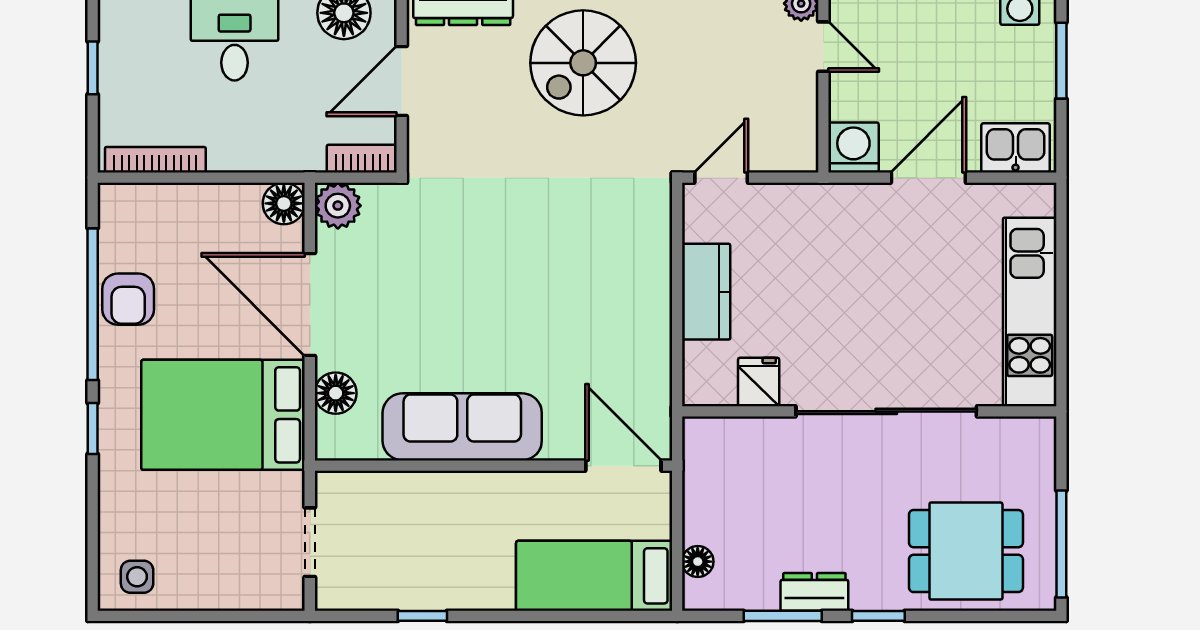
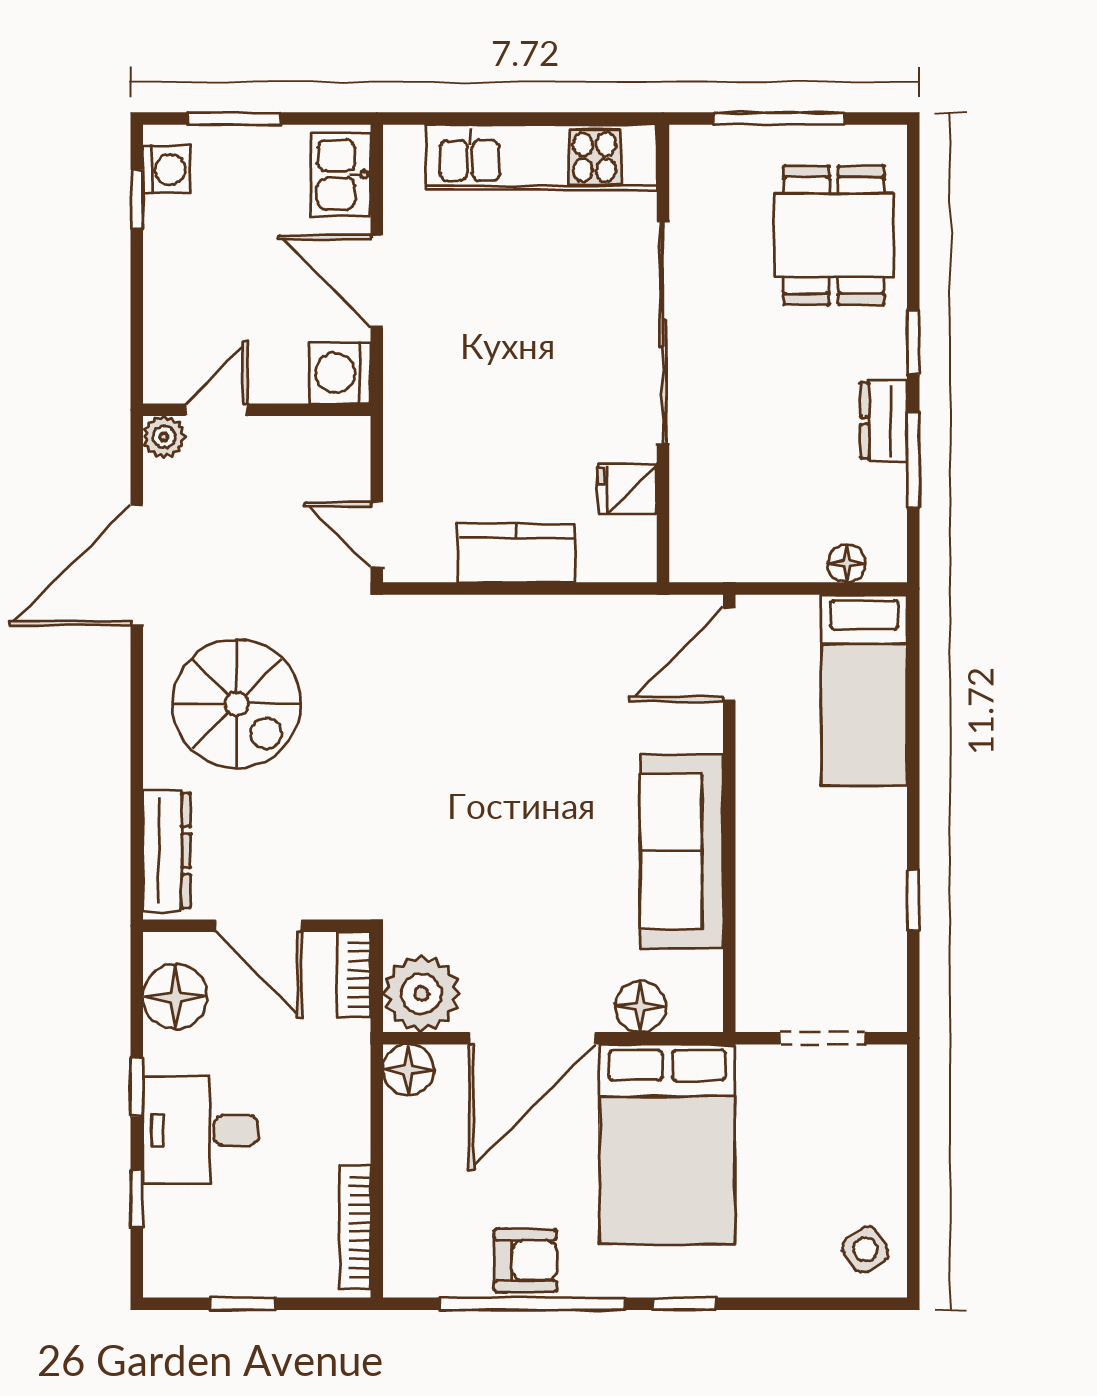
plant: (338, 206) -> (421, 994), width x1.36, depth x1.36
window: (1061, 544) -> (779, 119), moved
side table: (137, 577) -> (865, 1250), turned -33

